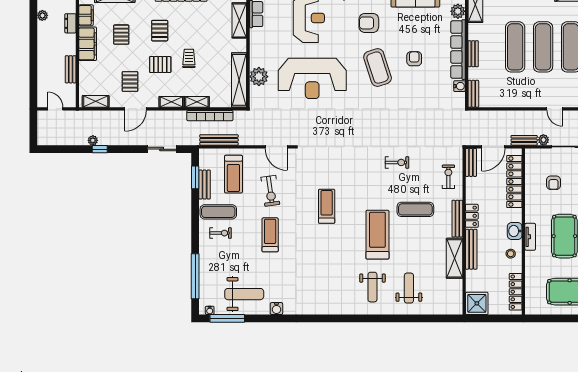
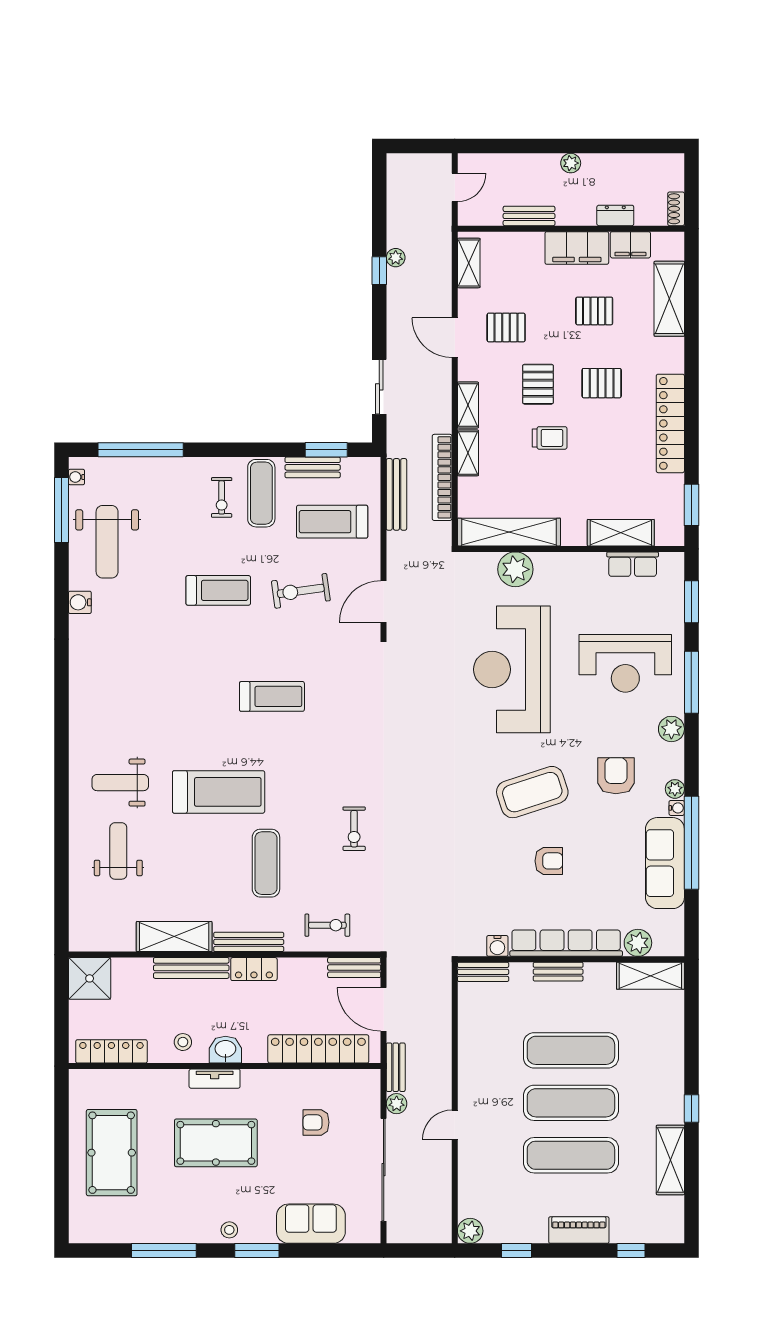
plant: (42, 15) -> (571, 163), moved
weight bench: (409, 288) -> (118, 851), turned -90

